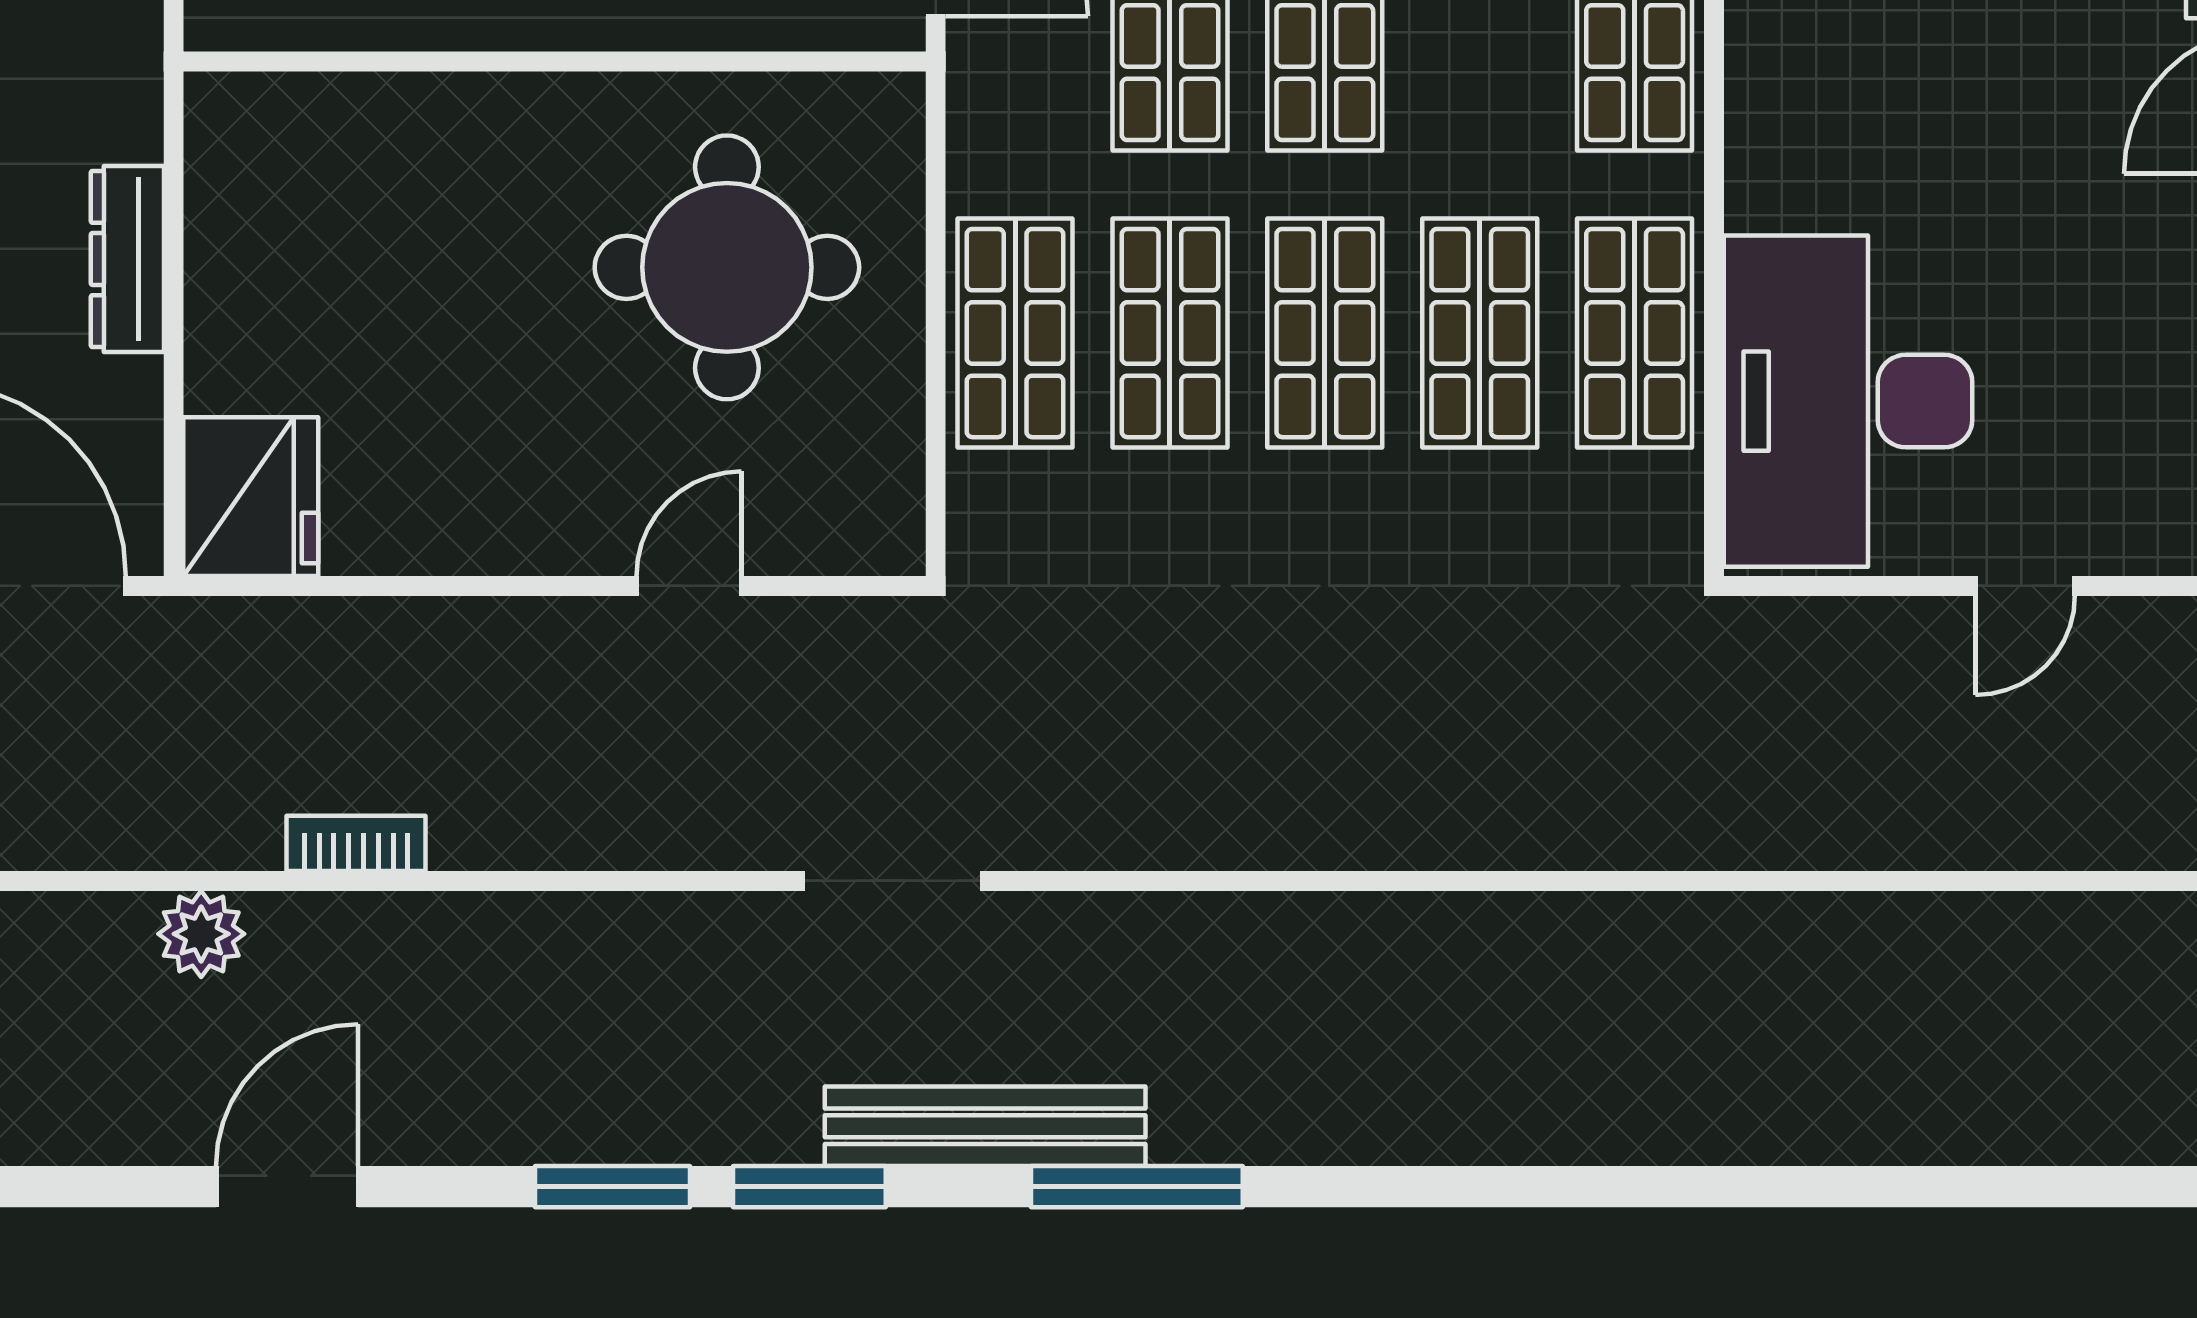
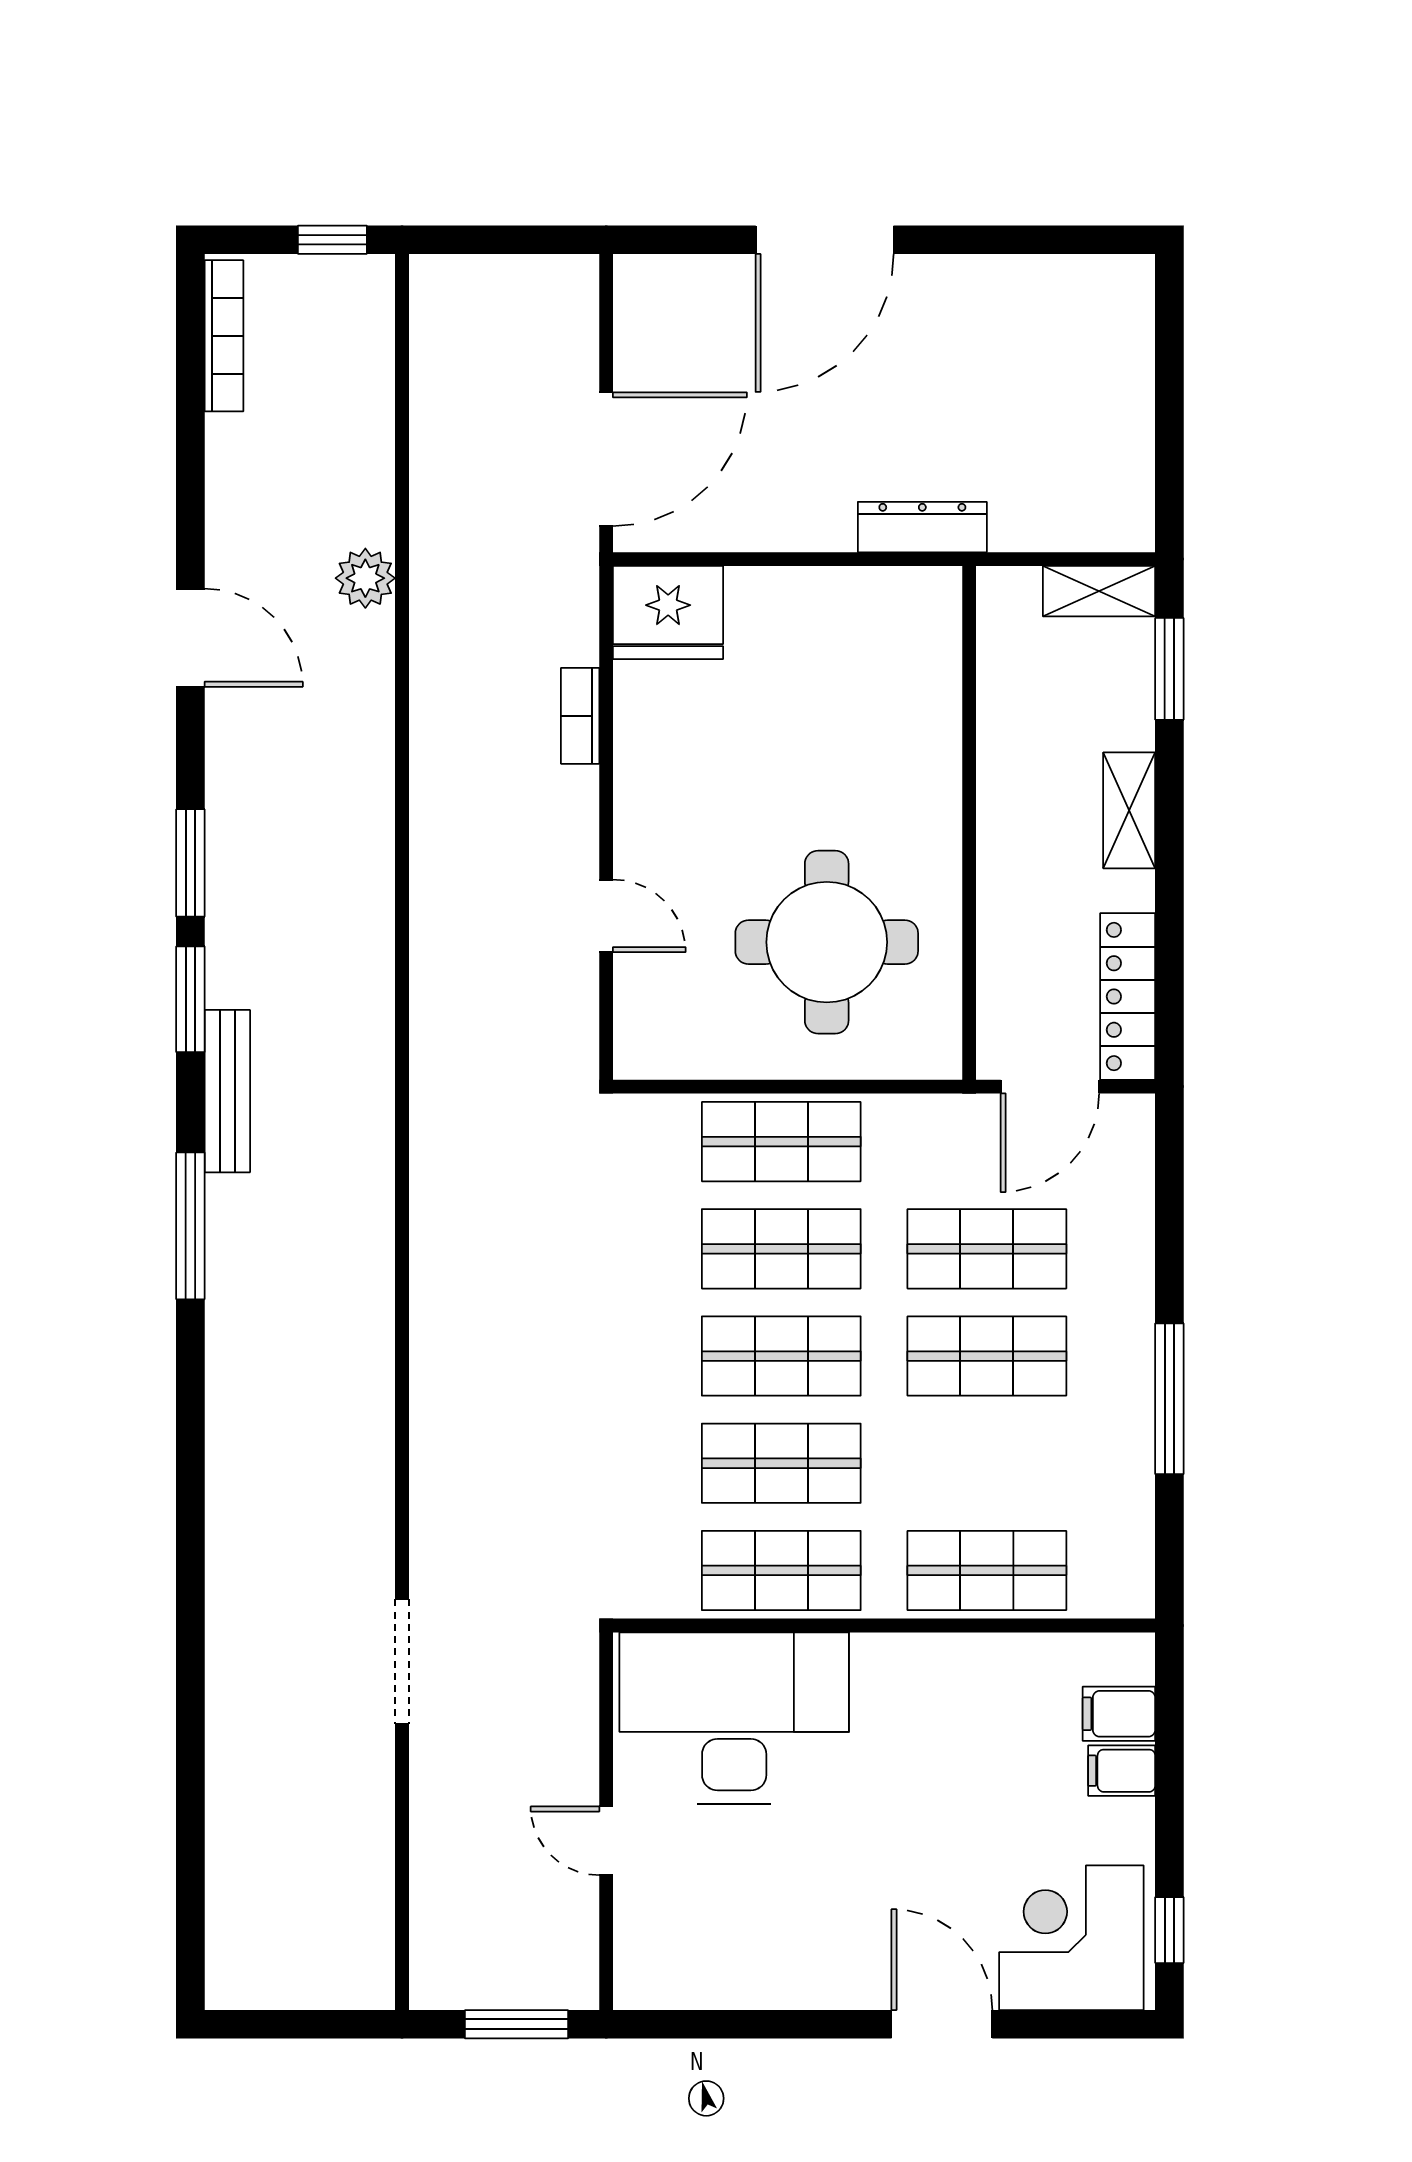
dresser: (127, 259) -> (922, 527), moved
bookcase: (356, 843) -> (580, 716), moved, turned 180
doorway: (892, 881) -> (402, 1662), moved
bench: (985, 1126) -> (227, 1091), width x0.73, depth x0.82

